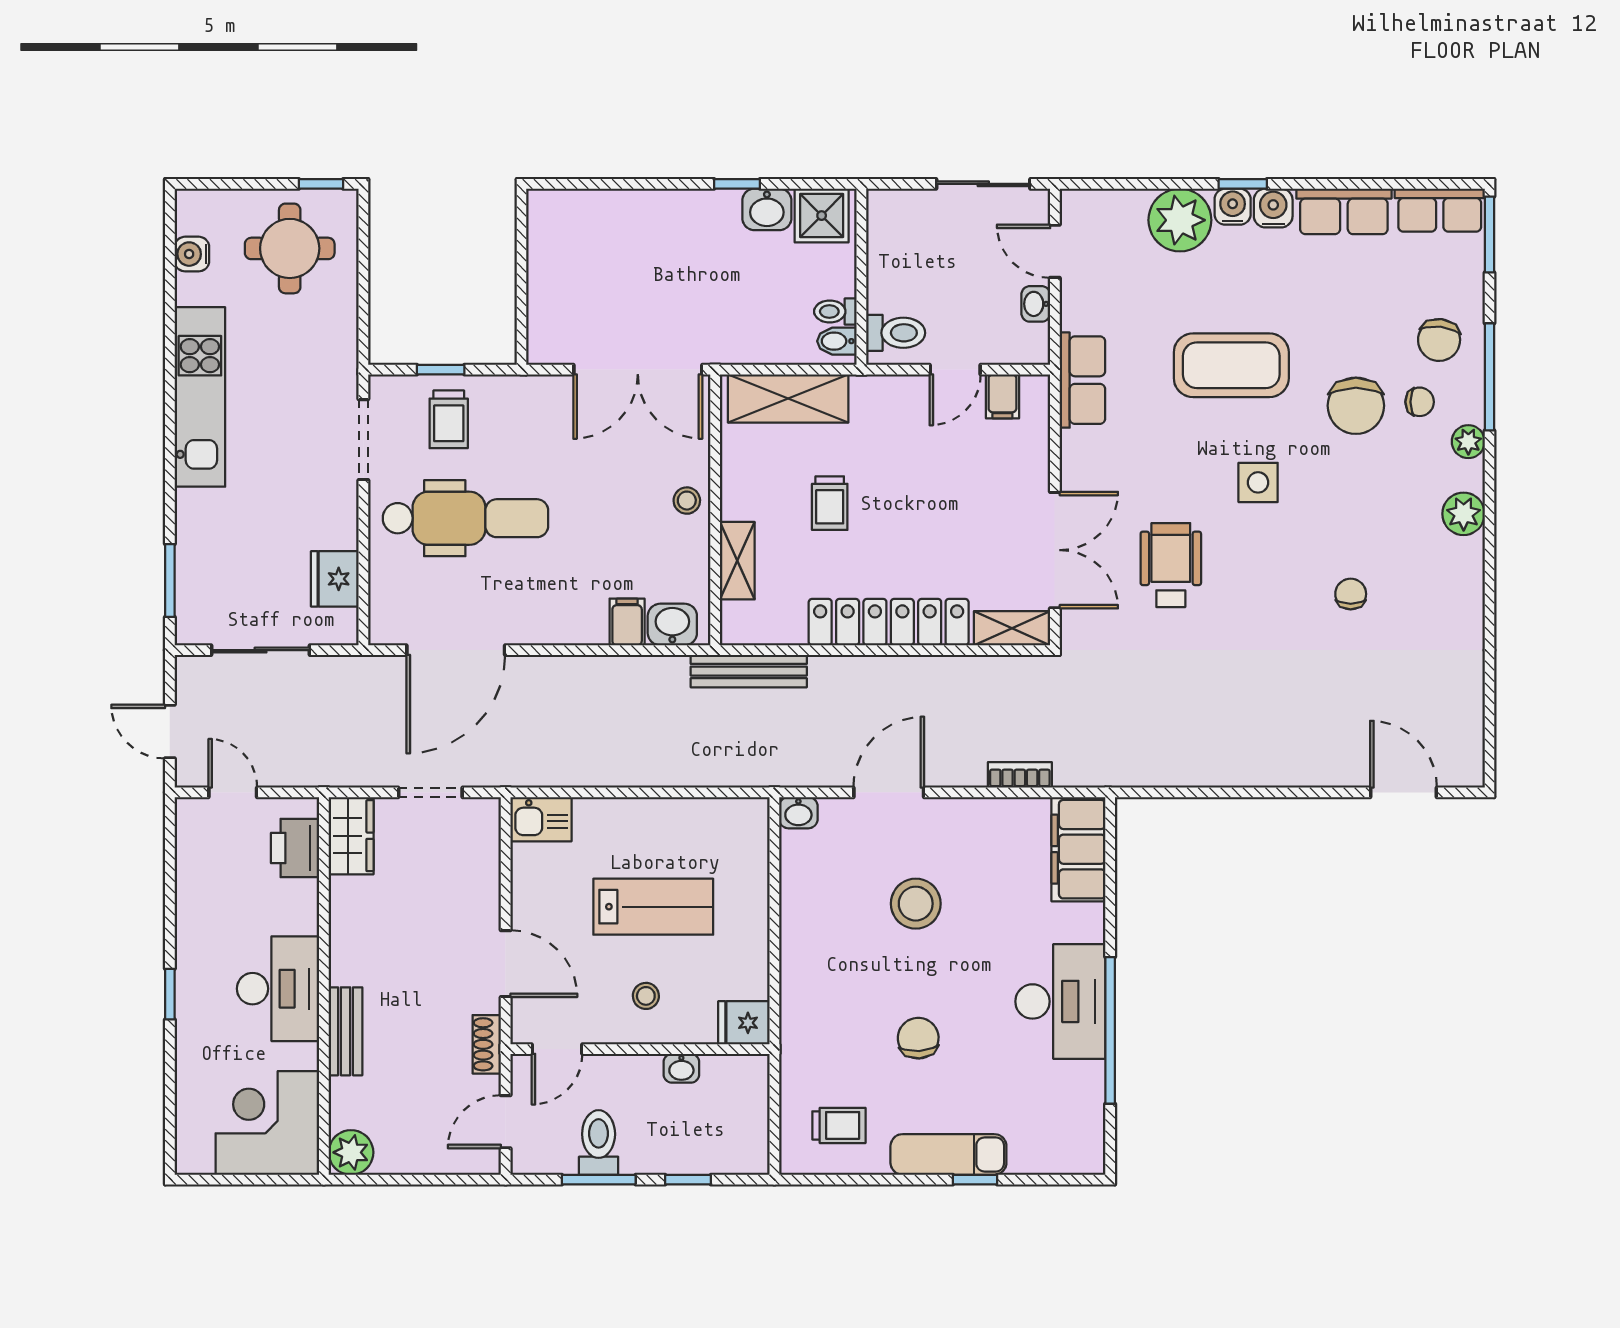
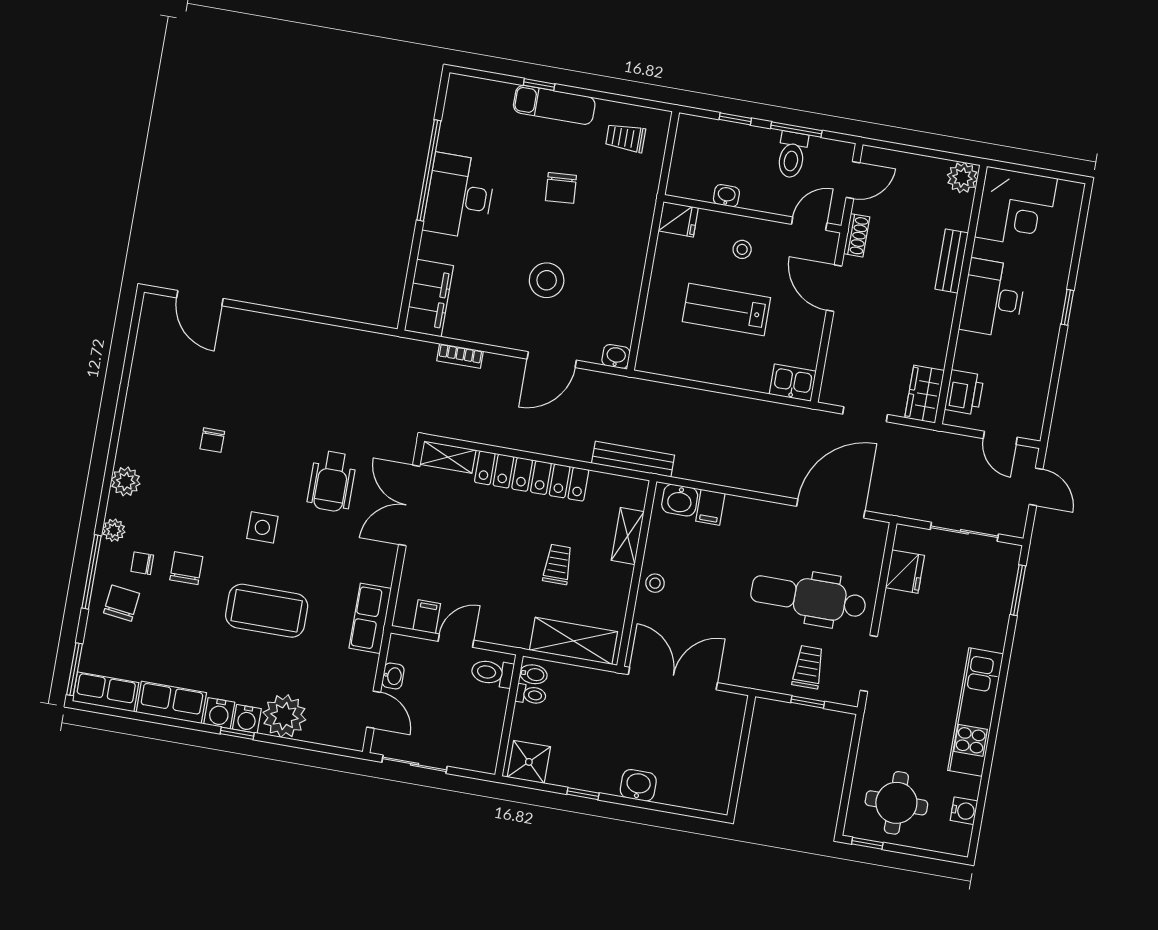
washbasin: (767, 209) -> (638, 785), moved
chair: (1356, 406) -> (186, 568), width x0.73, depth x0.73

